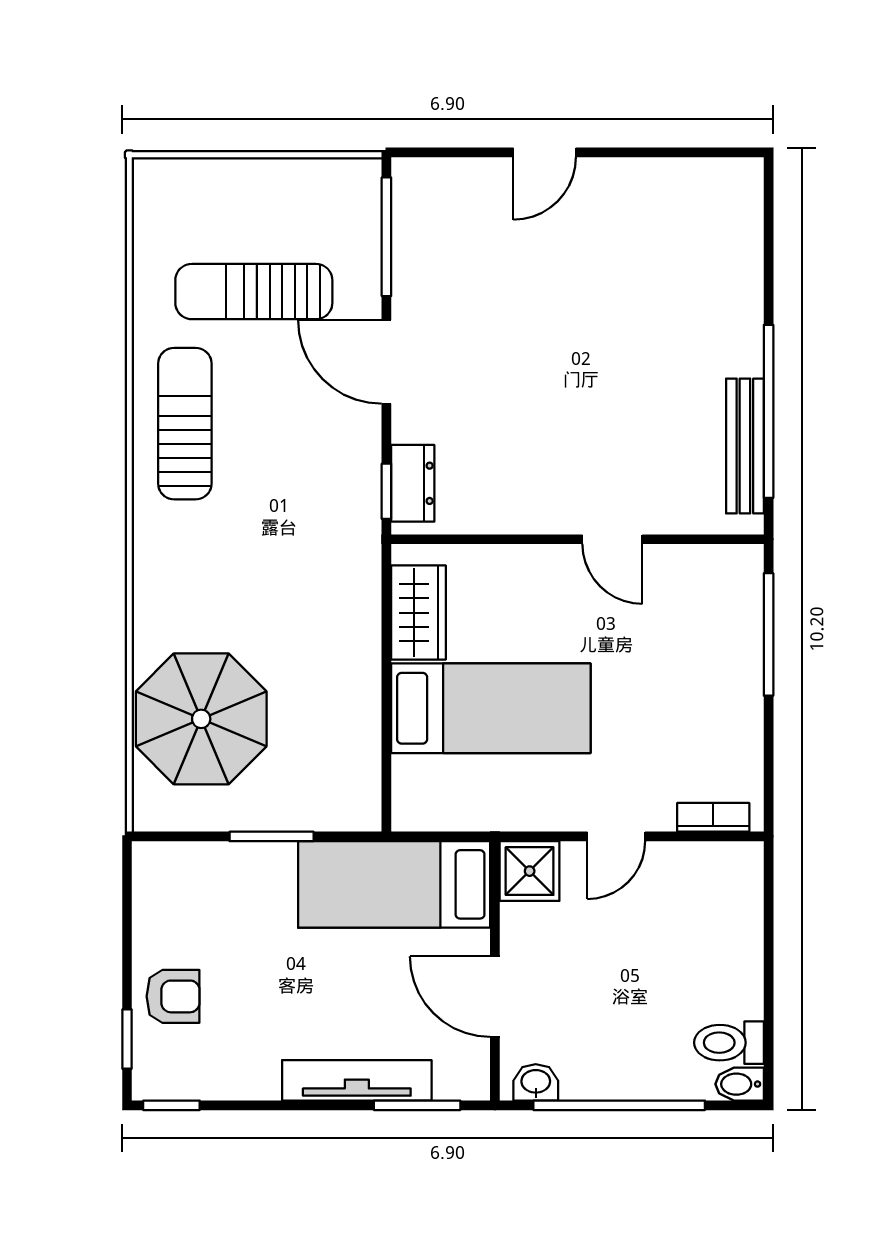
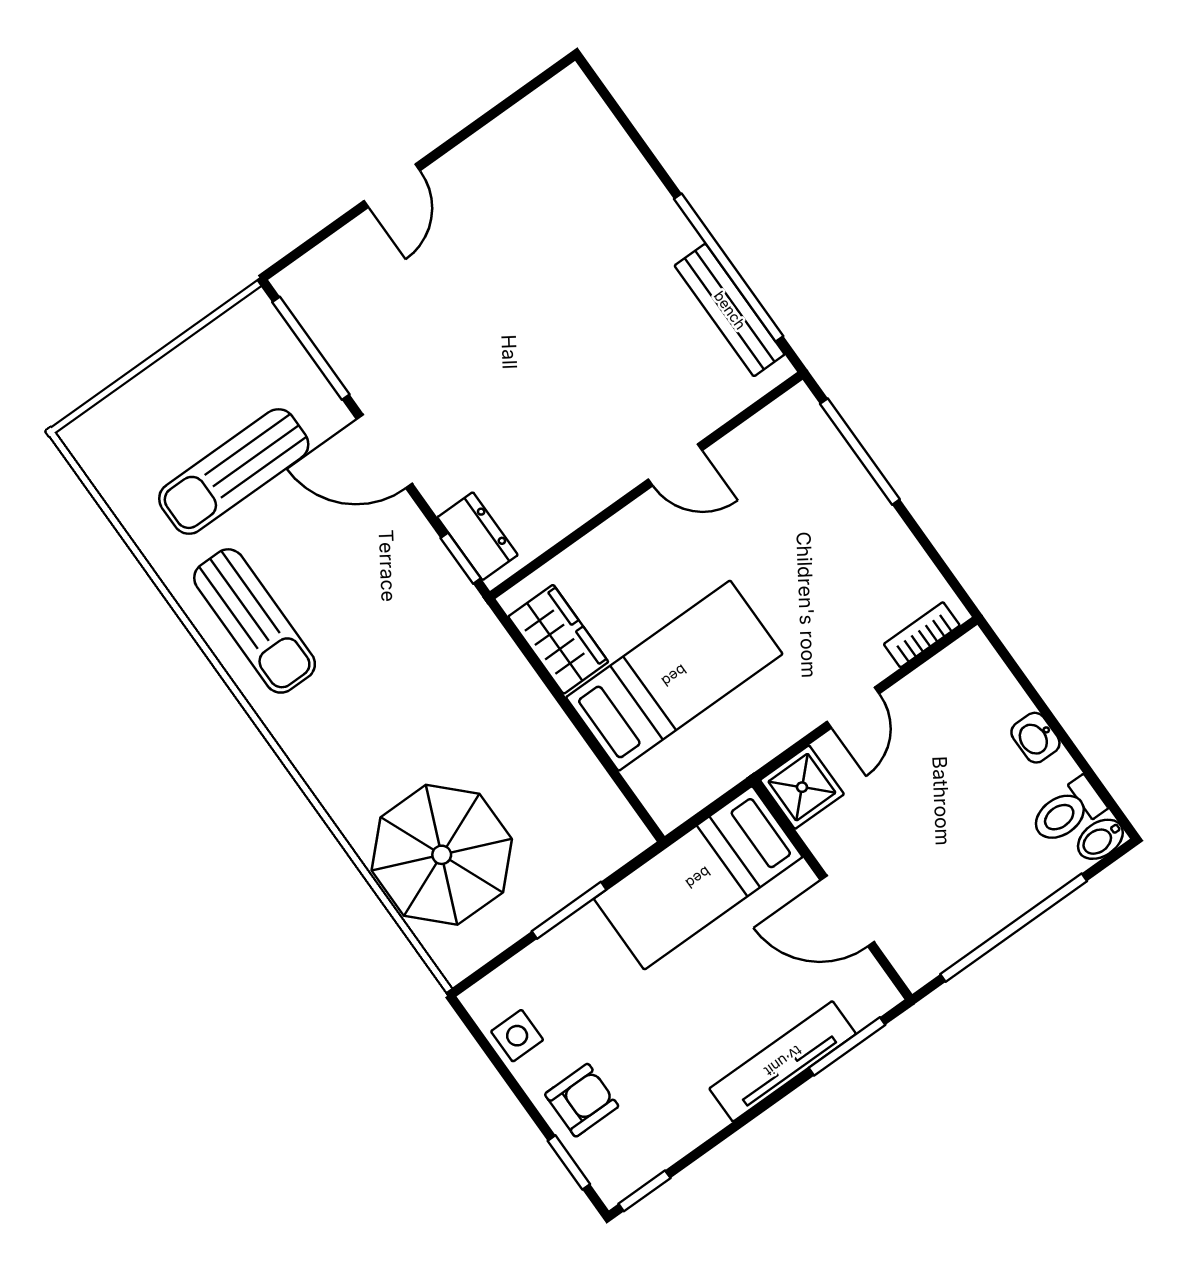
sun lounger: (185, 424) -> (255, 621), turned 180
side table: (158, 907) -> (517, 1036), added
washbasin: (536, 1082) -> (1035, 738), moved, turned -90

